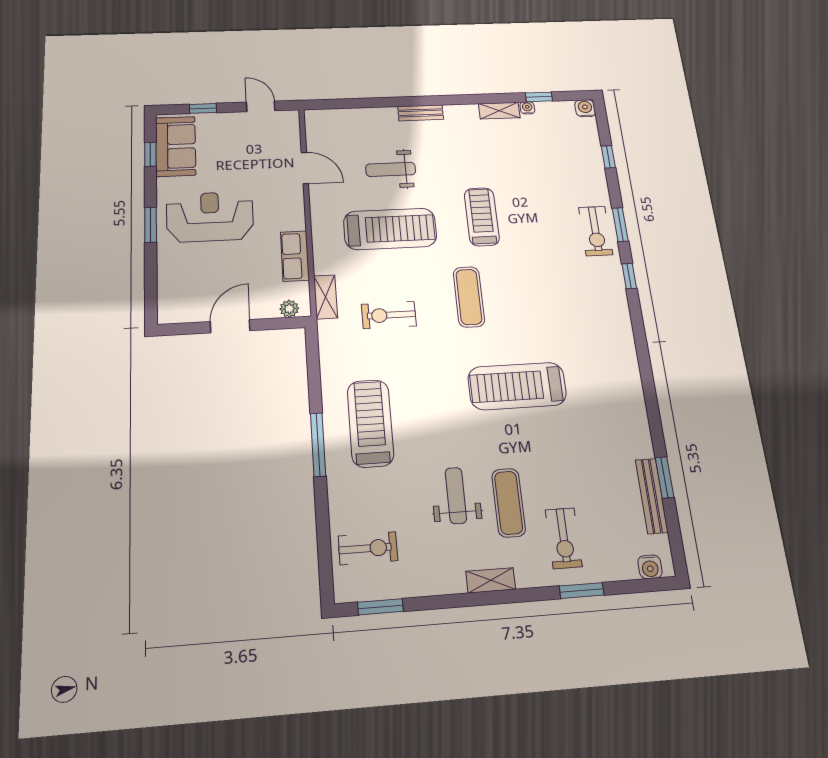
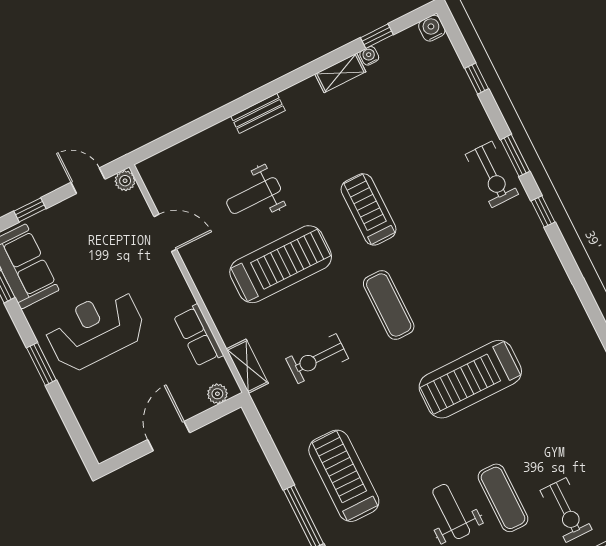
plant: (291, 118) -> (125, 181), added

